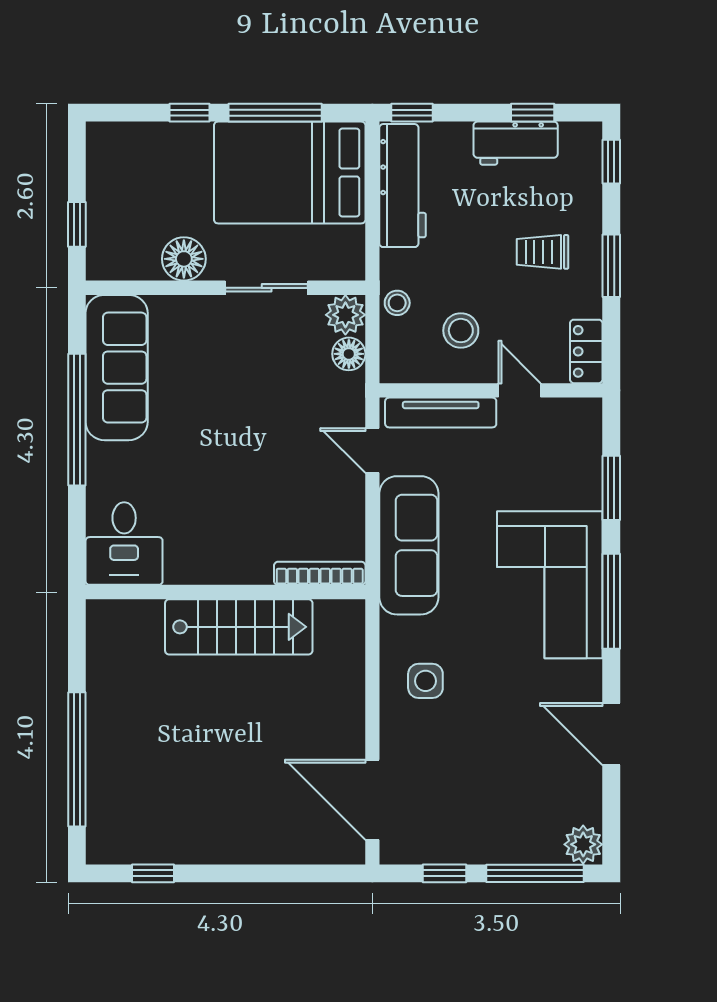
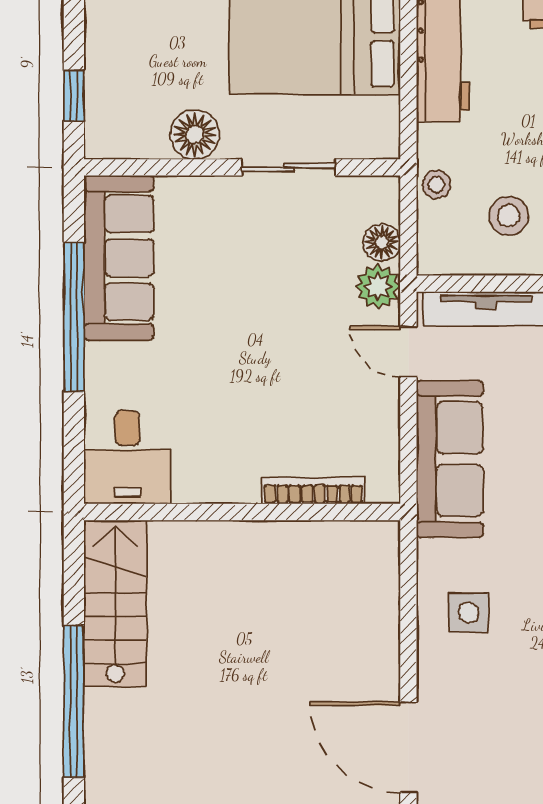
plant: (345, 315) -> (378, 287), moved
bookcase: (320, 573) -> (313, 491), moved
stairs: (239, 627) -> (115, 603), moved, turned -90

